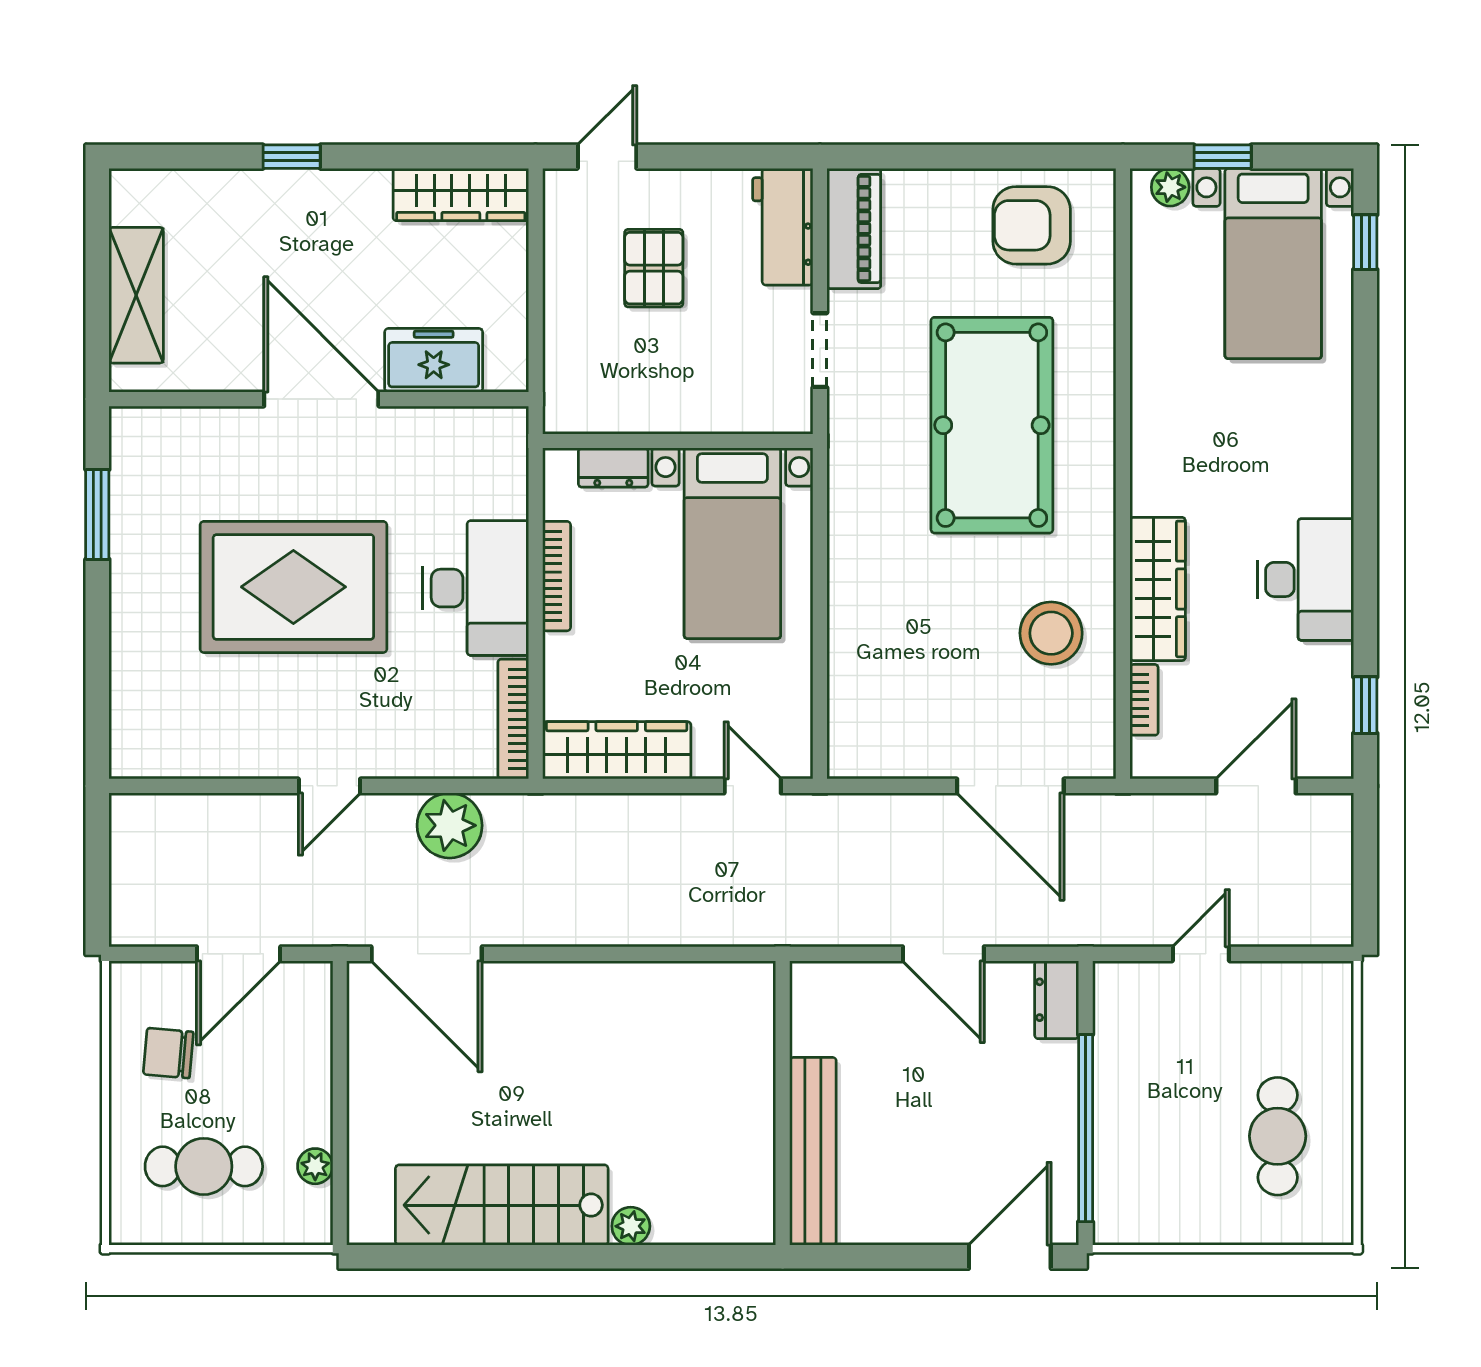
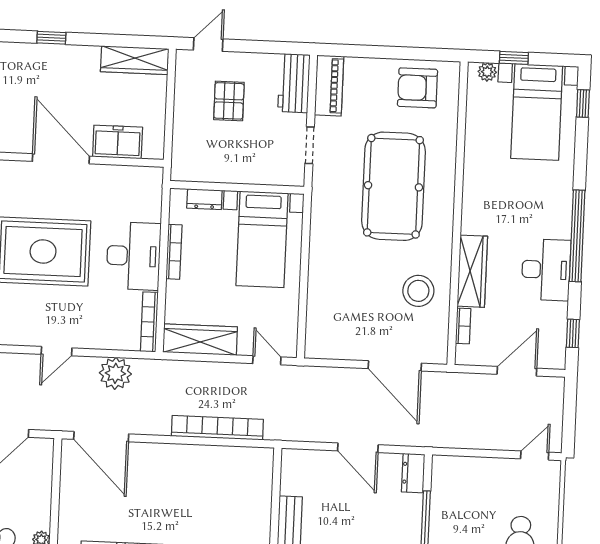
window: (1365, 509) -> (577, 236), added
bookcase: (659, 926) -> (217, 428), added
door: (1201, 954) -> (535, 456), moved

